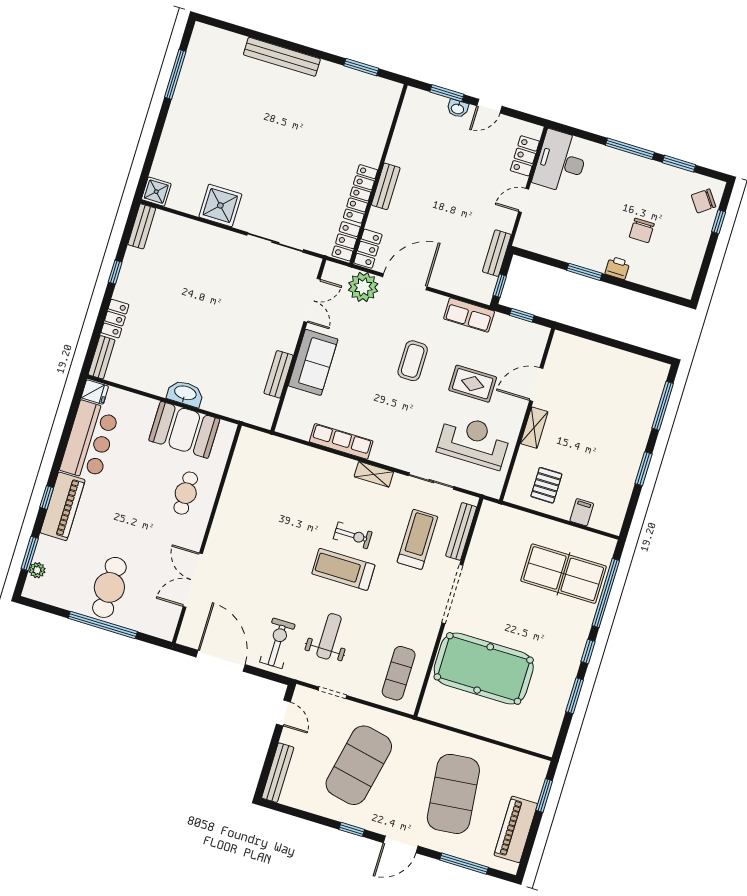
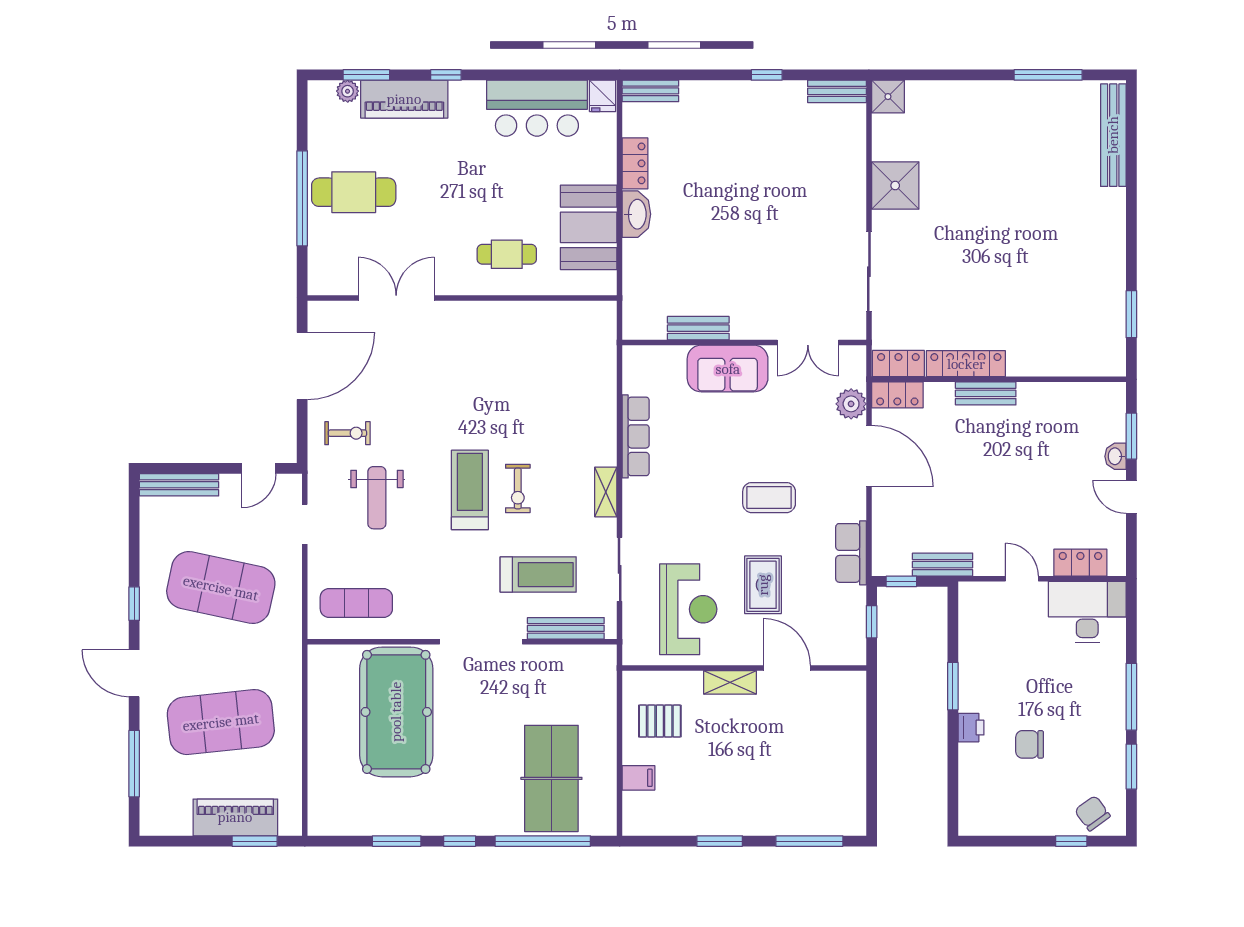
bench: (282, 57) -> (1113, 135), moved
plant: (363, 287) -> (851, 404), width x0.73, depth x0.73
locker: (115, 319) -> (635, 163), moved, turned -90
piano: (63, 506) -> (404, 99), moved
weight bench: (329, 636) -> (377, 498), turned 90
exercise bike: (277, 643) -> (347, 433), width x0.73, depth x0.72
piano: (516, 829) -> (235, 817), moved

